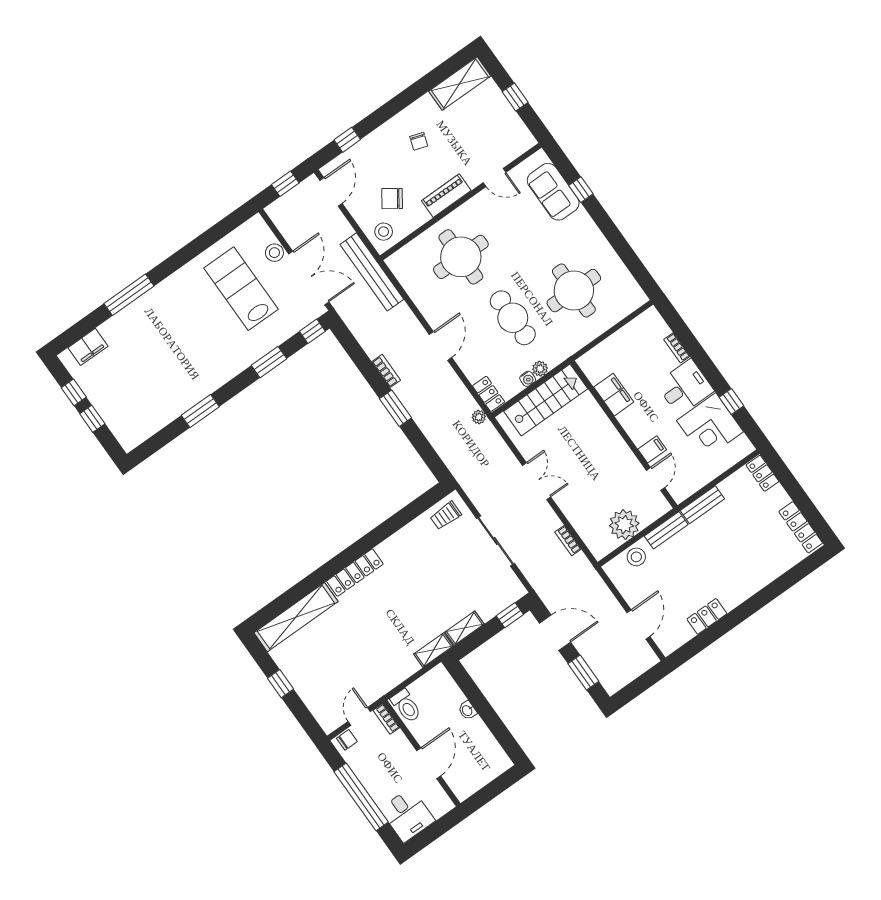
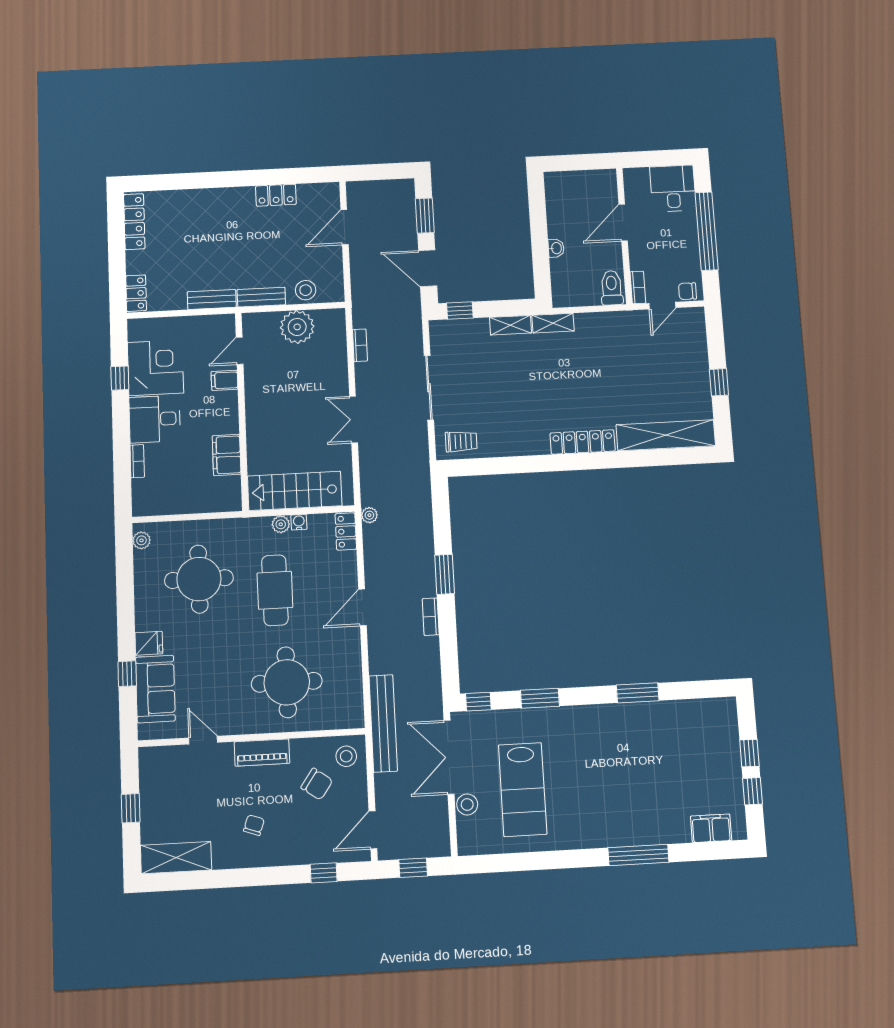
fridge: (580, 221) -> (149, 643), added
plant: (635, 292) -> (141, 540), added

